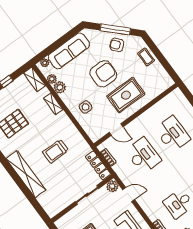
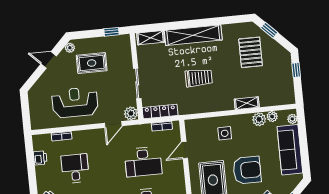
armchair: (103, 74) -> (247, 170), turned -90
shelving: (34, 79) -> (151, 38), moved
trolley: (56, 151) -> (199, 78), turned 90

